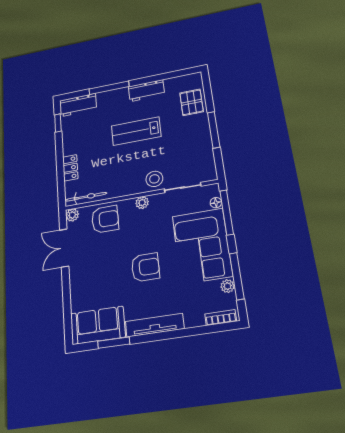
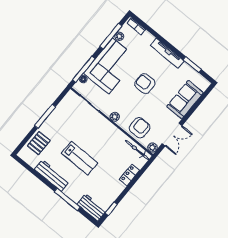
workbench: (146, 91) -> (52, 176), width x1.37
stool: (154, 179) -> (97, 122), removed
armchair: (105, 219) -> (140, 128), turned 90
sofa: (98, 325) -> (185, 100), moved, turned 90

